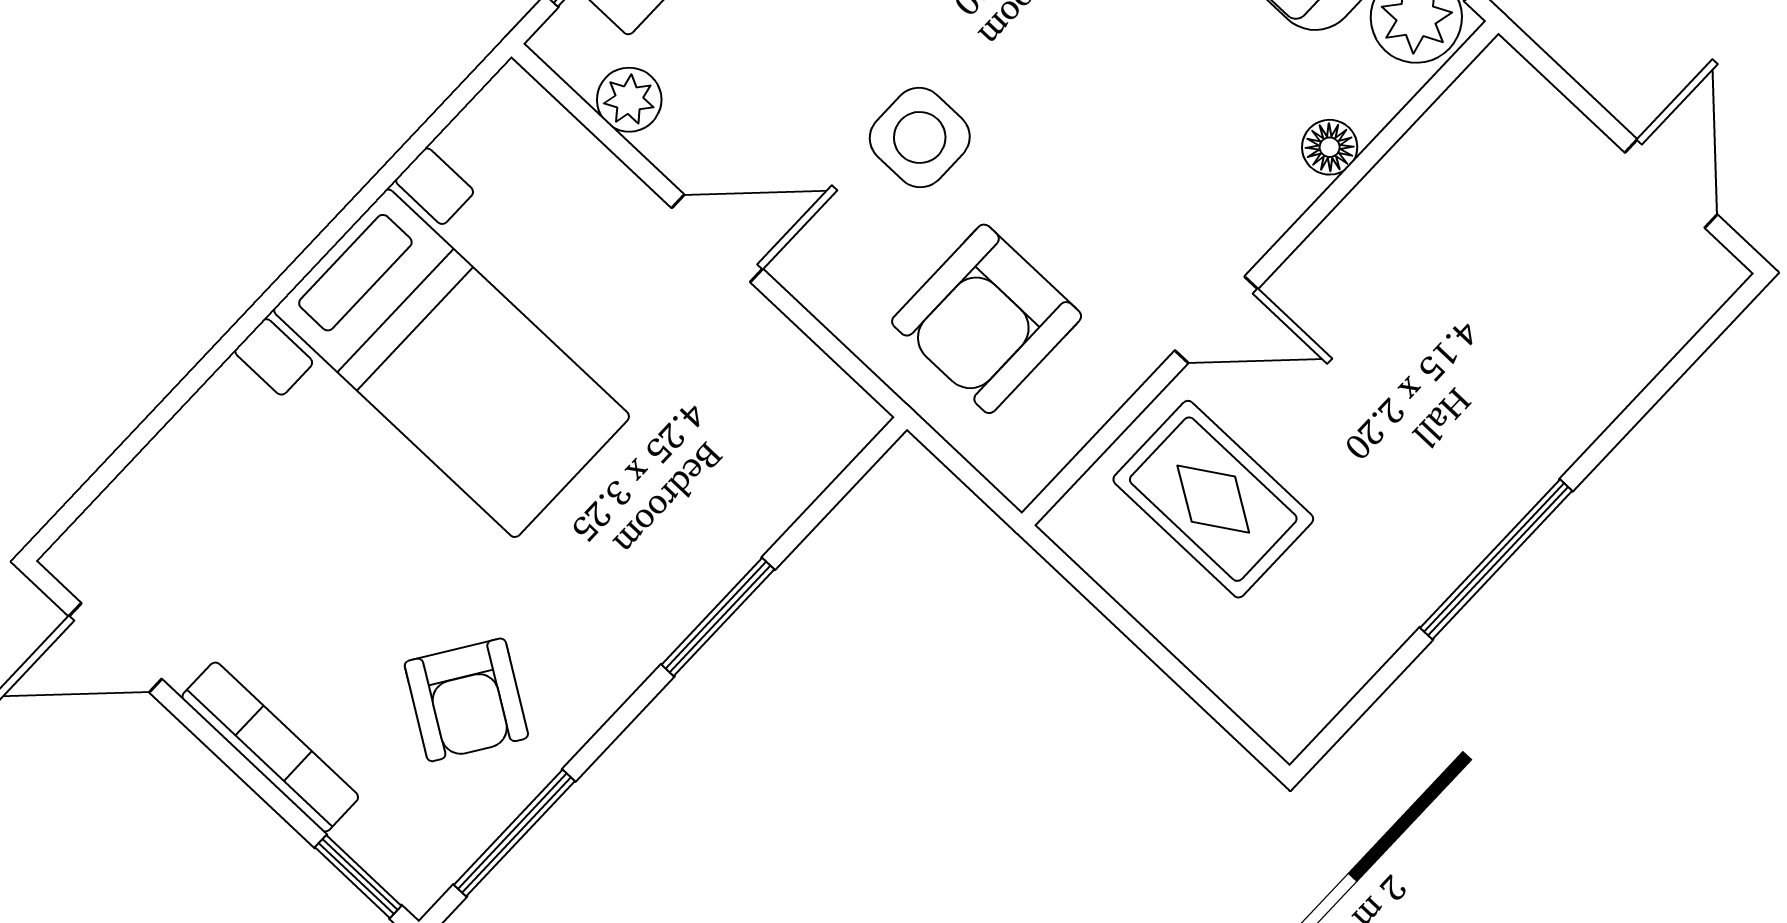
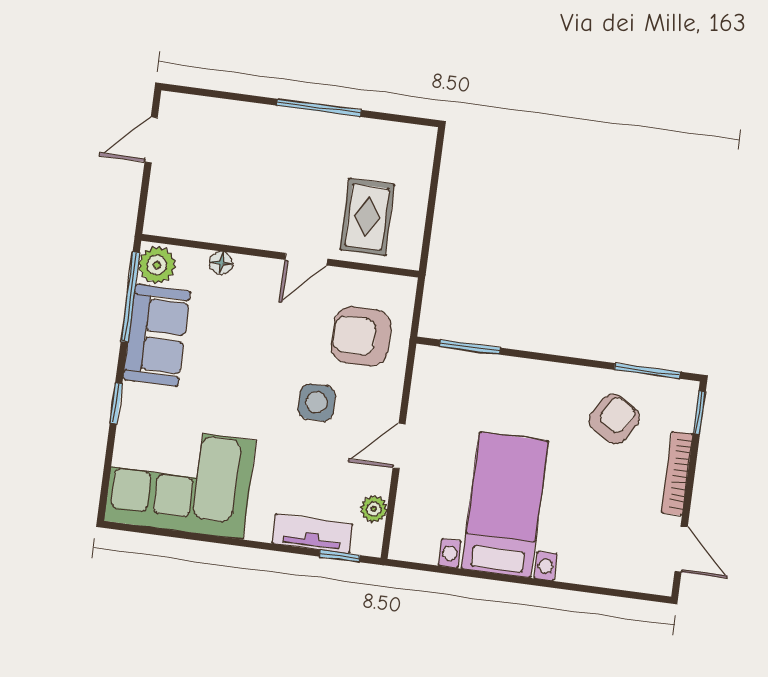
door: (717, 238) -> (399, 446), hinge flipped
armchair: (987, 319) -> (361, 336), turned 180
door: (1216, 320) -> (306, 259), swing flipped
window: (718, 617) -> (470, 347), moved

